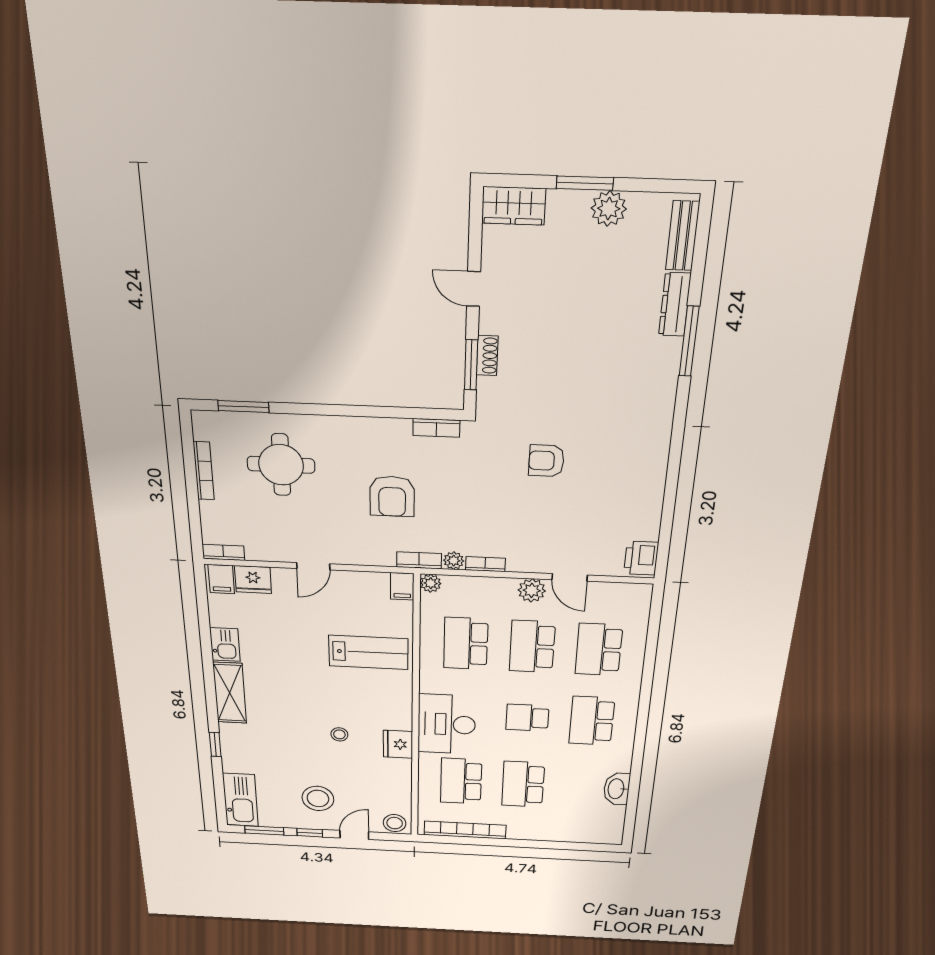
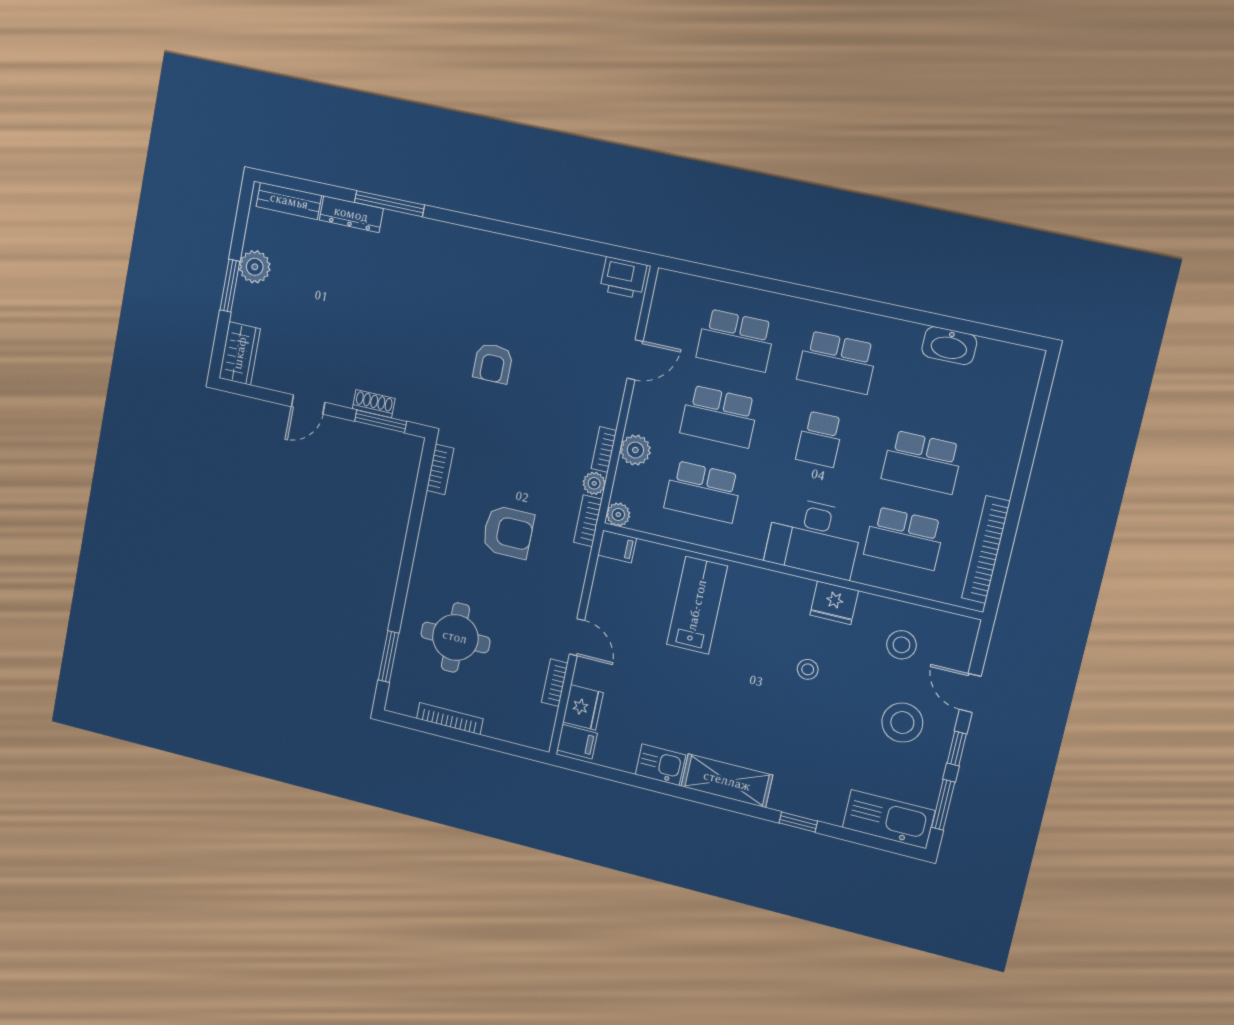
bookcase: (223, 552) -> (555, 683), moved
plant: (532, 590) -> (635, 450), moved
stool: (395, 823) -> (901, 645), moved

